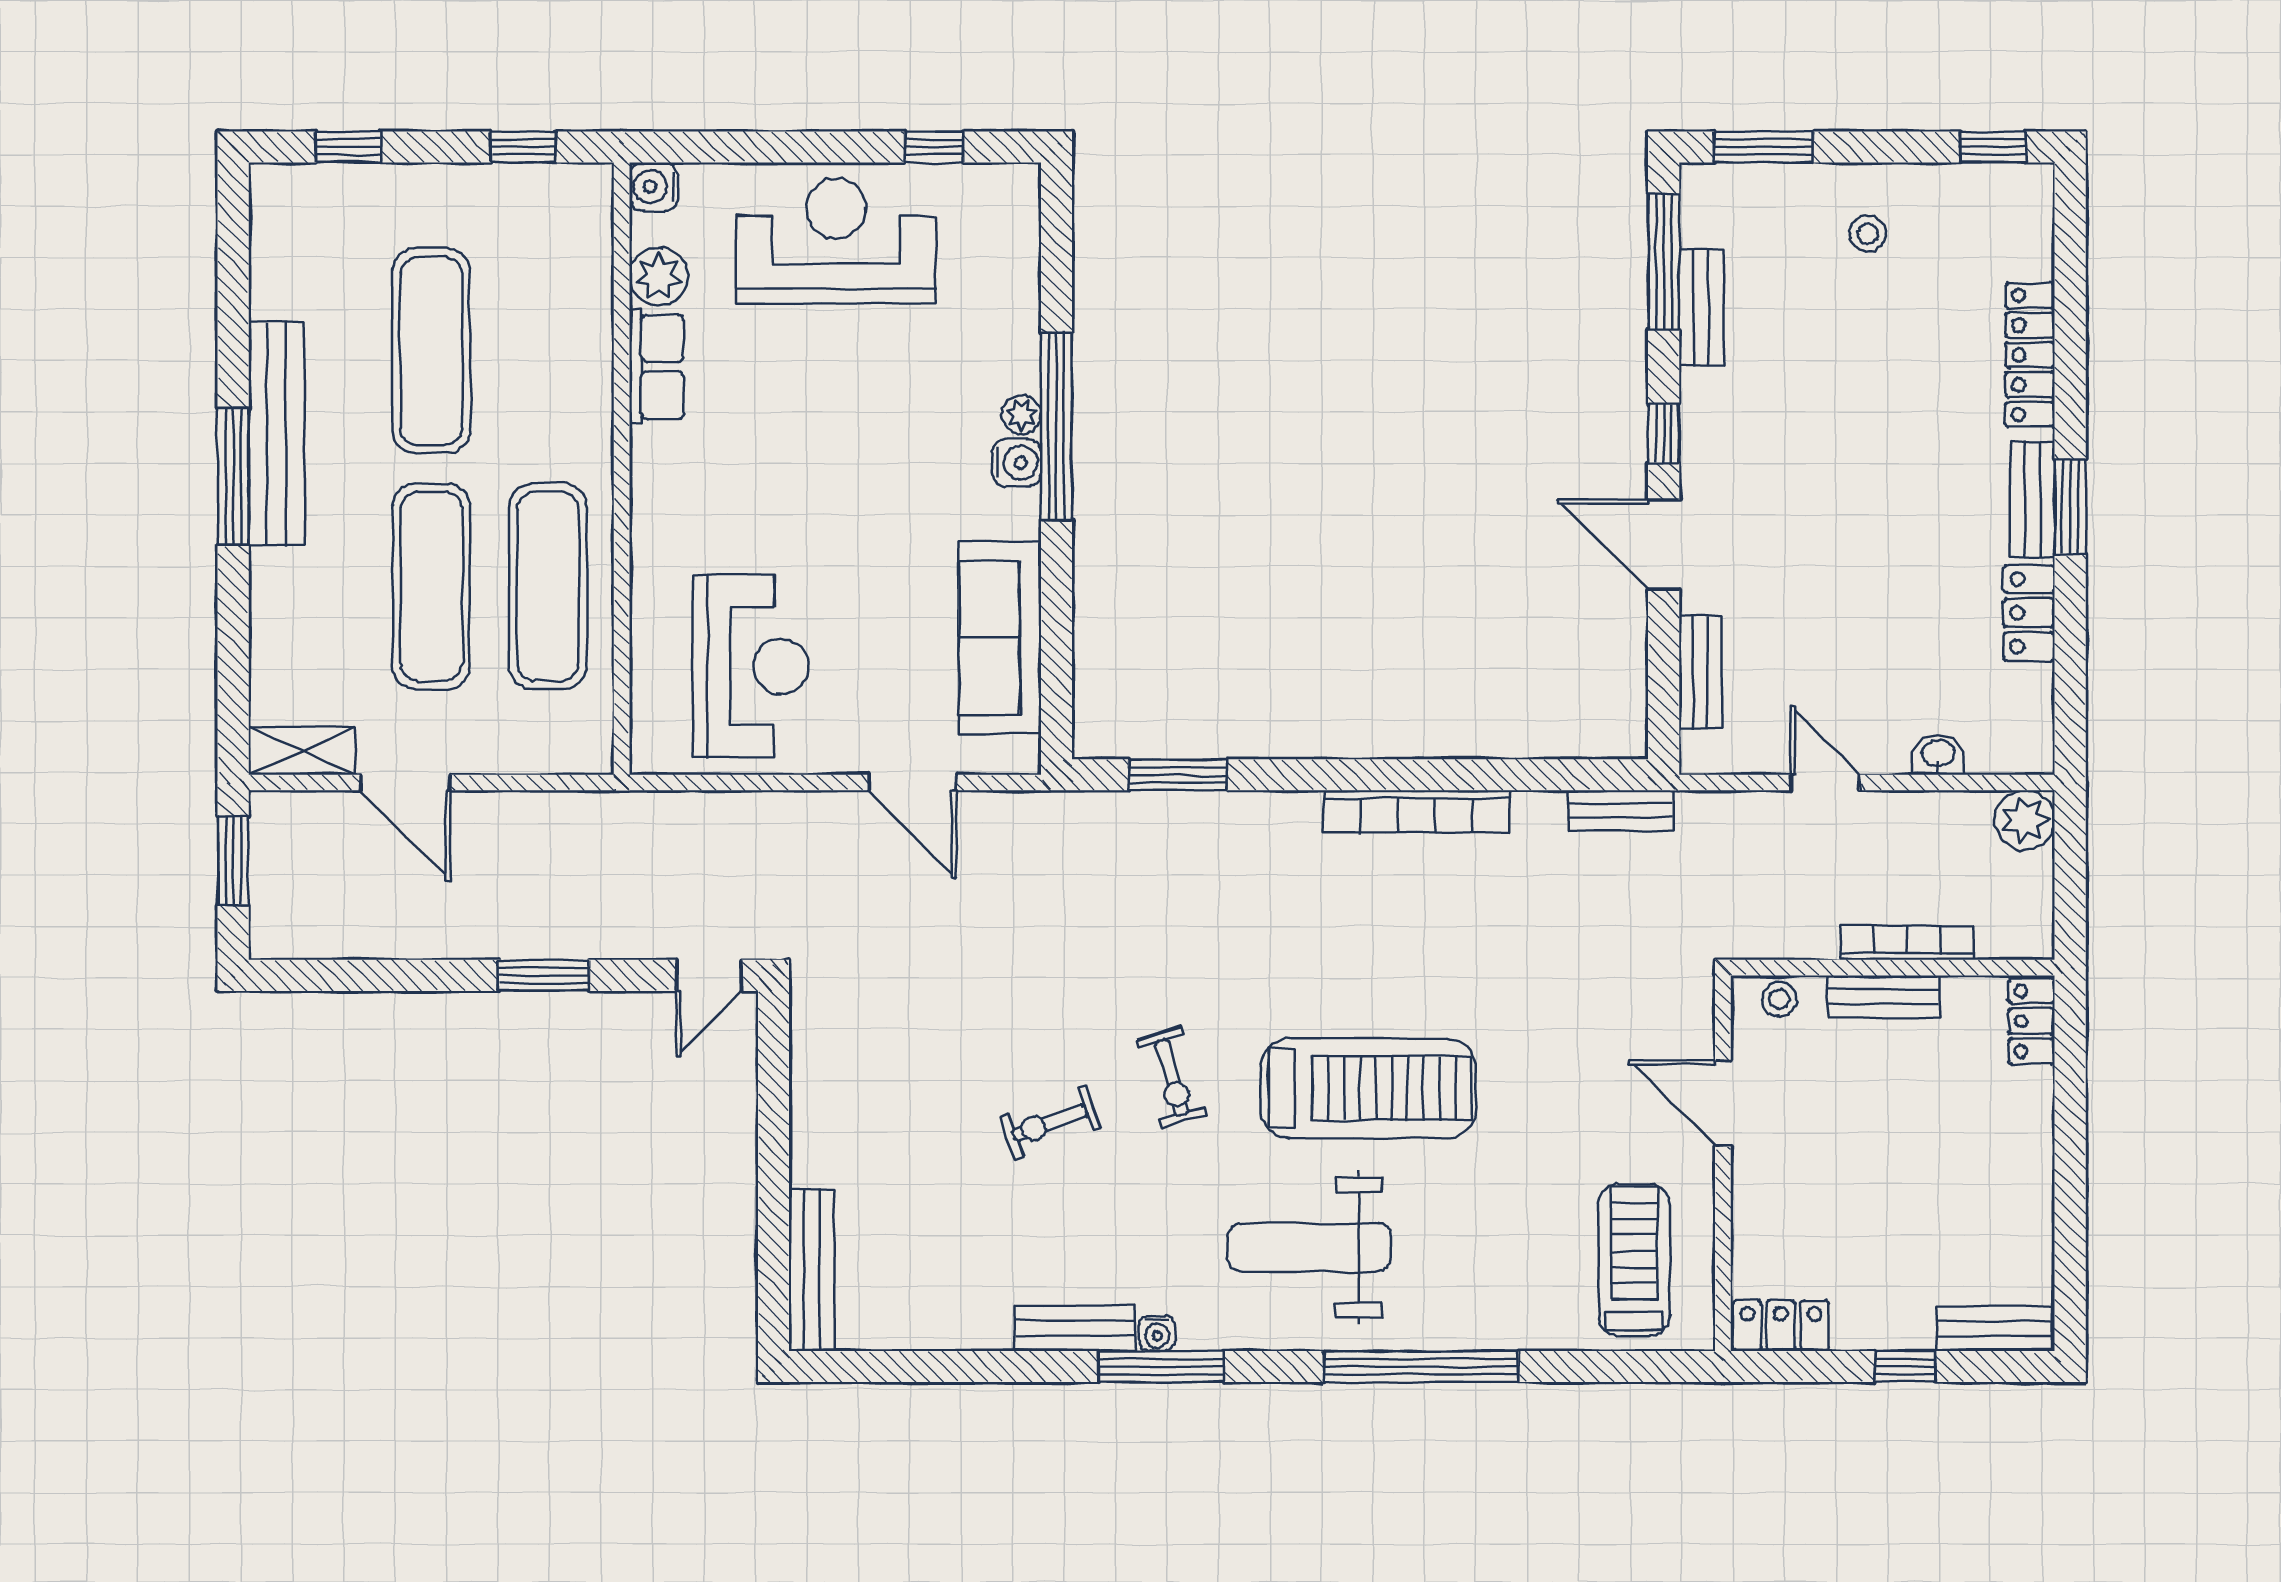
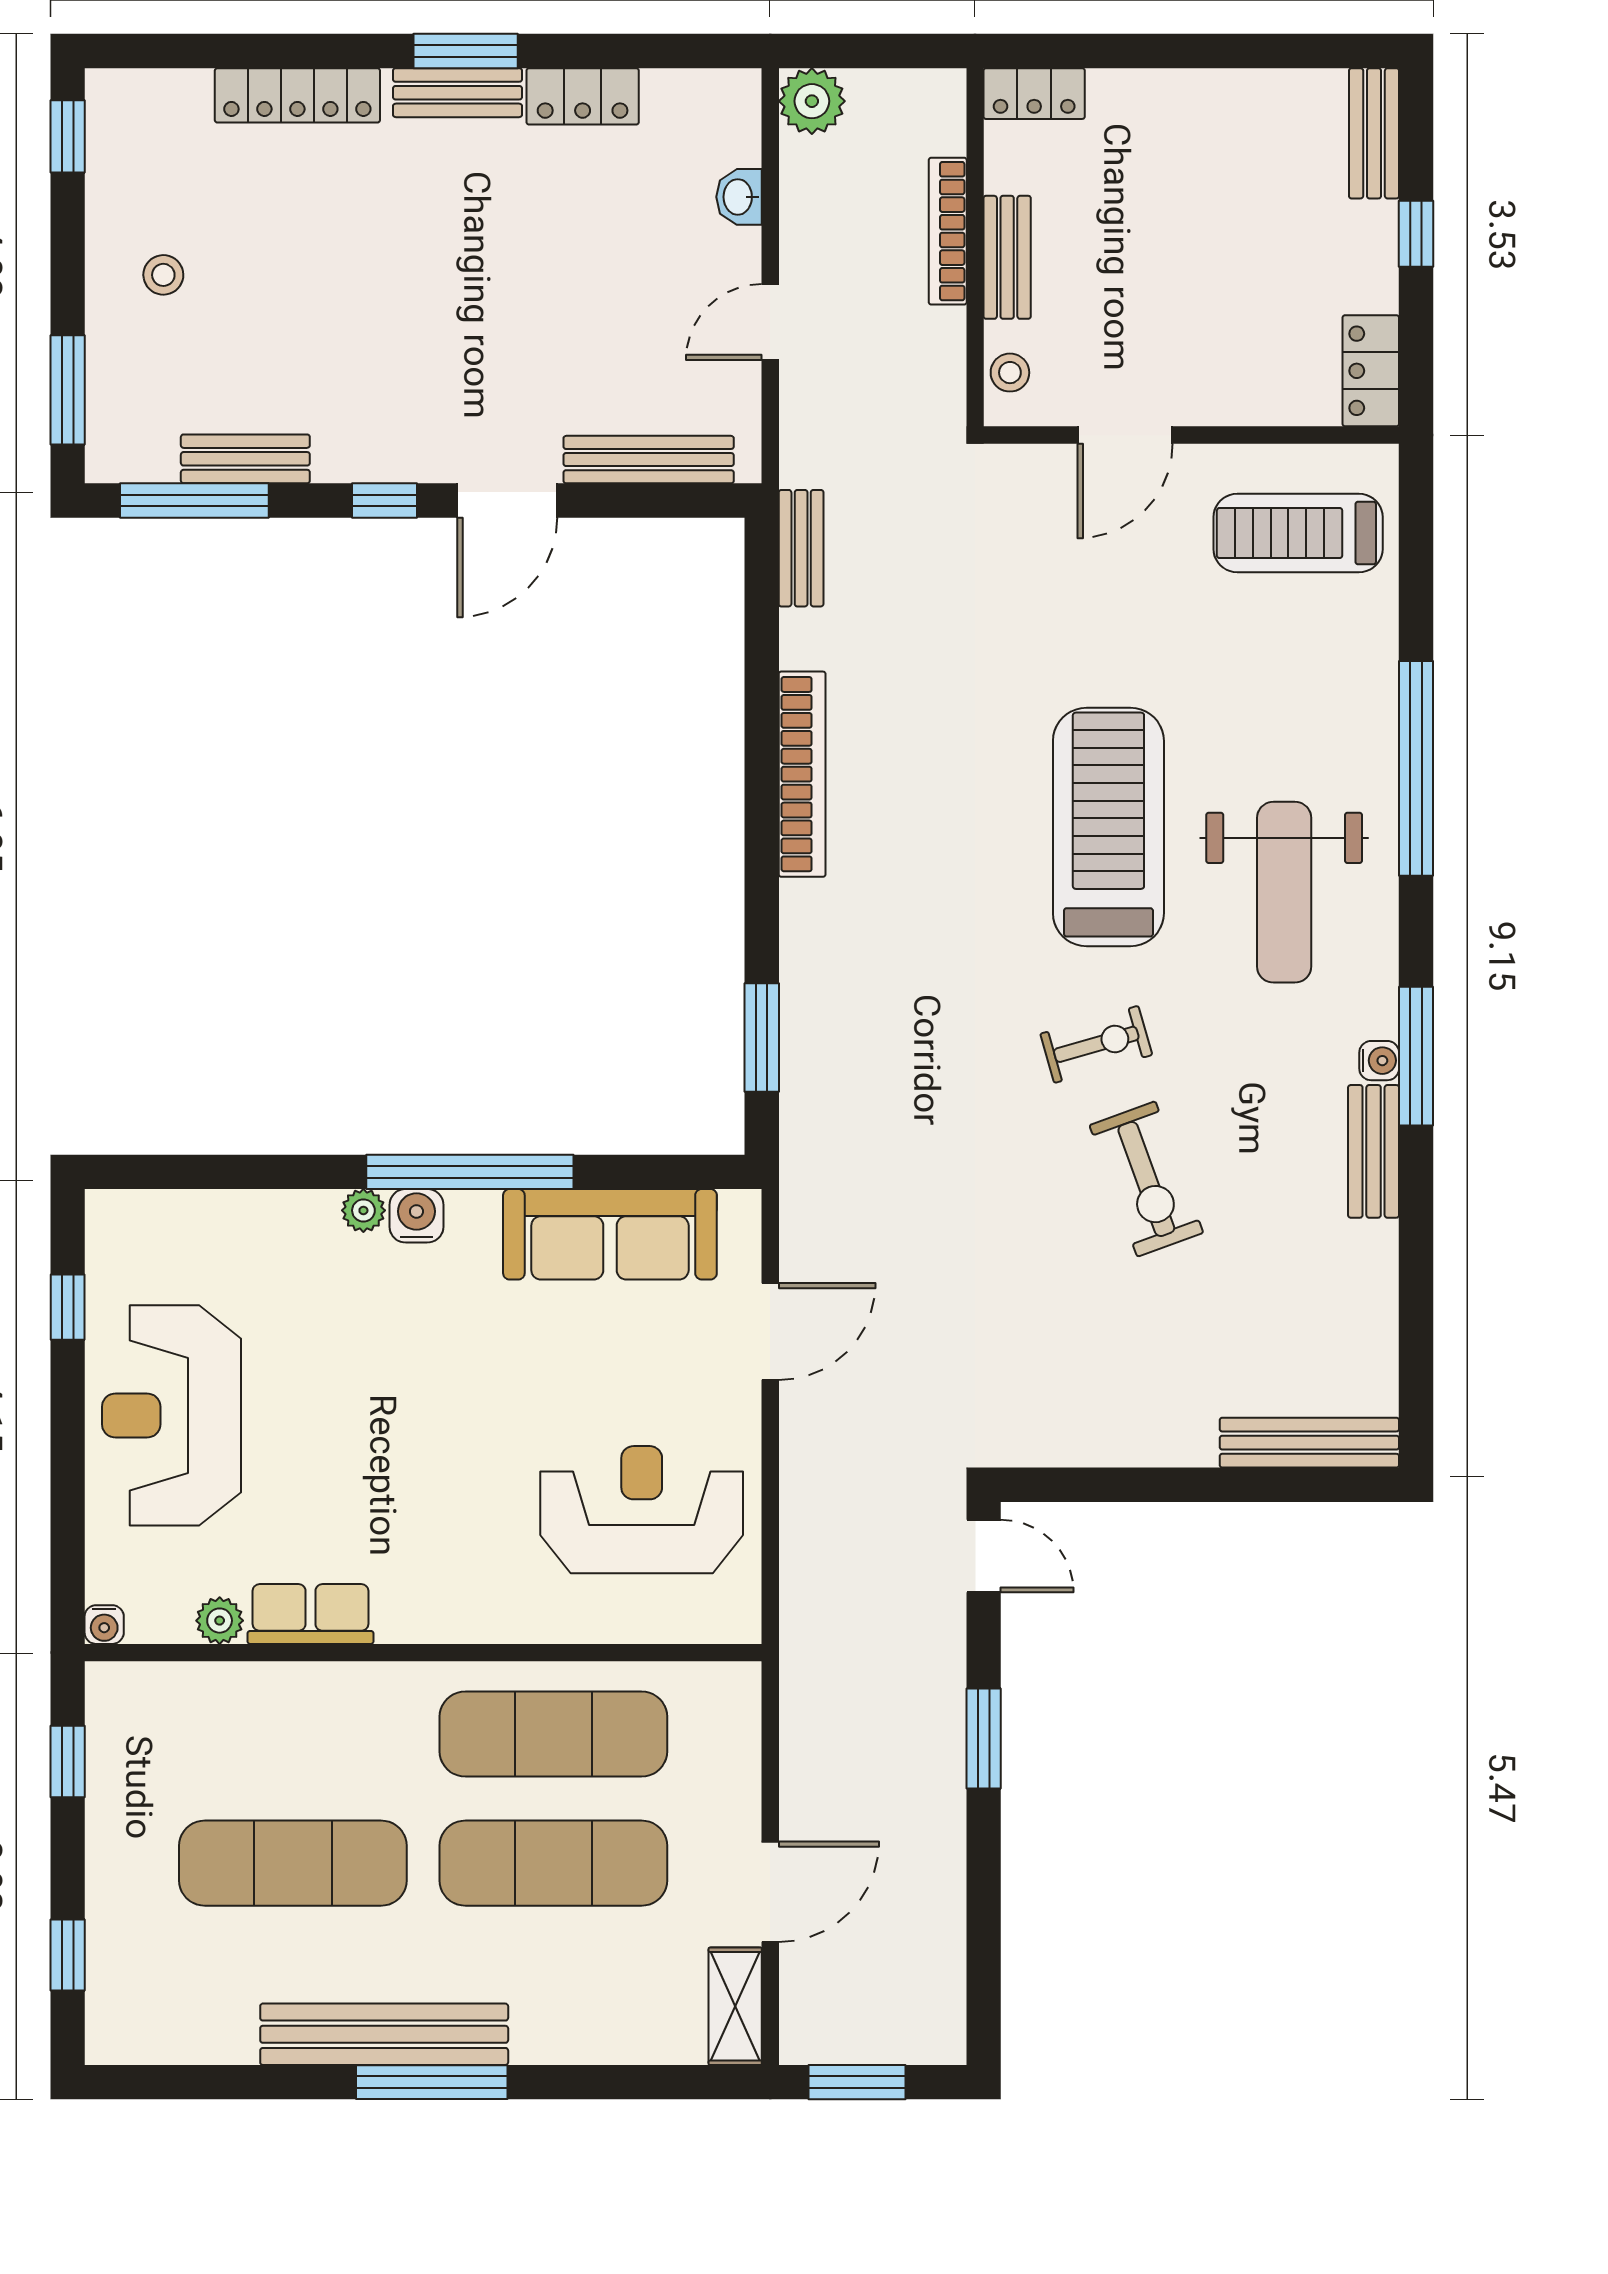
water cooler: (654, 187) -> (104, 1625), width x0.72, depth x0.72
plant: (659, 276) -> (220, 1621), width x0.73, depth x0.73
window: (1056, 427) -> (470, 1172), moved
bench: (1701, 672) -> (649, 460), width x1.36
exercise bike: (1050, 1123) -> (1146, 1179), width x1.38, depth x1.39

